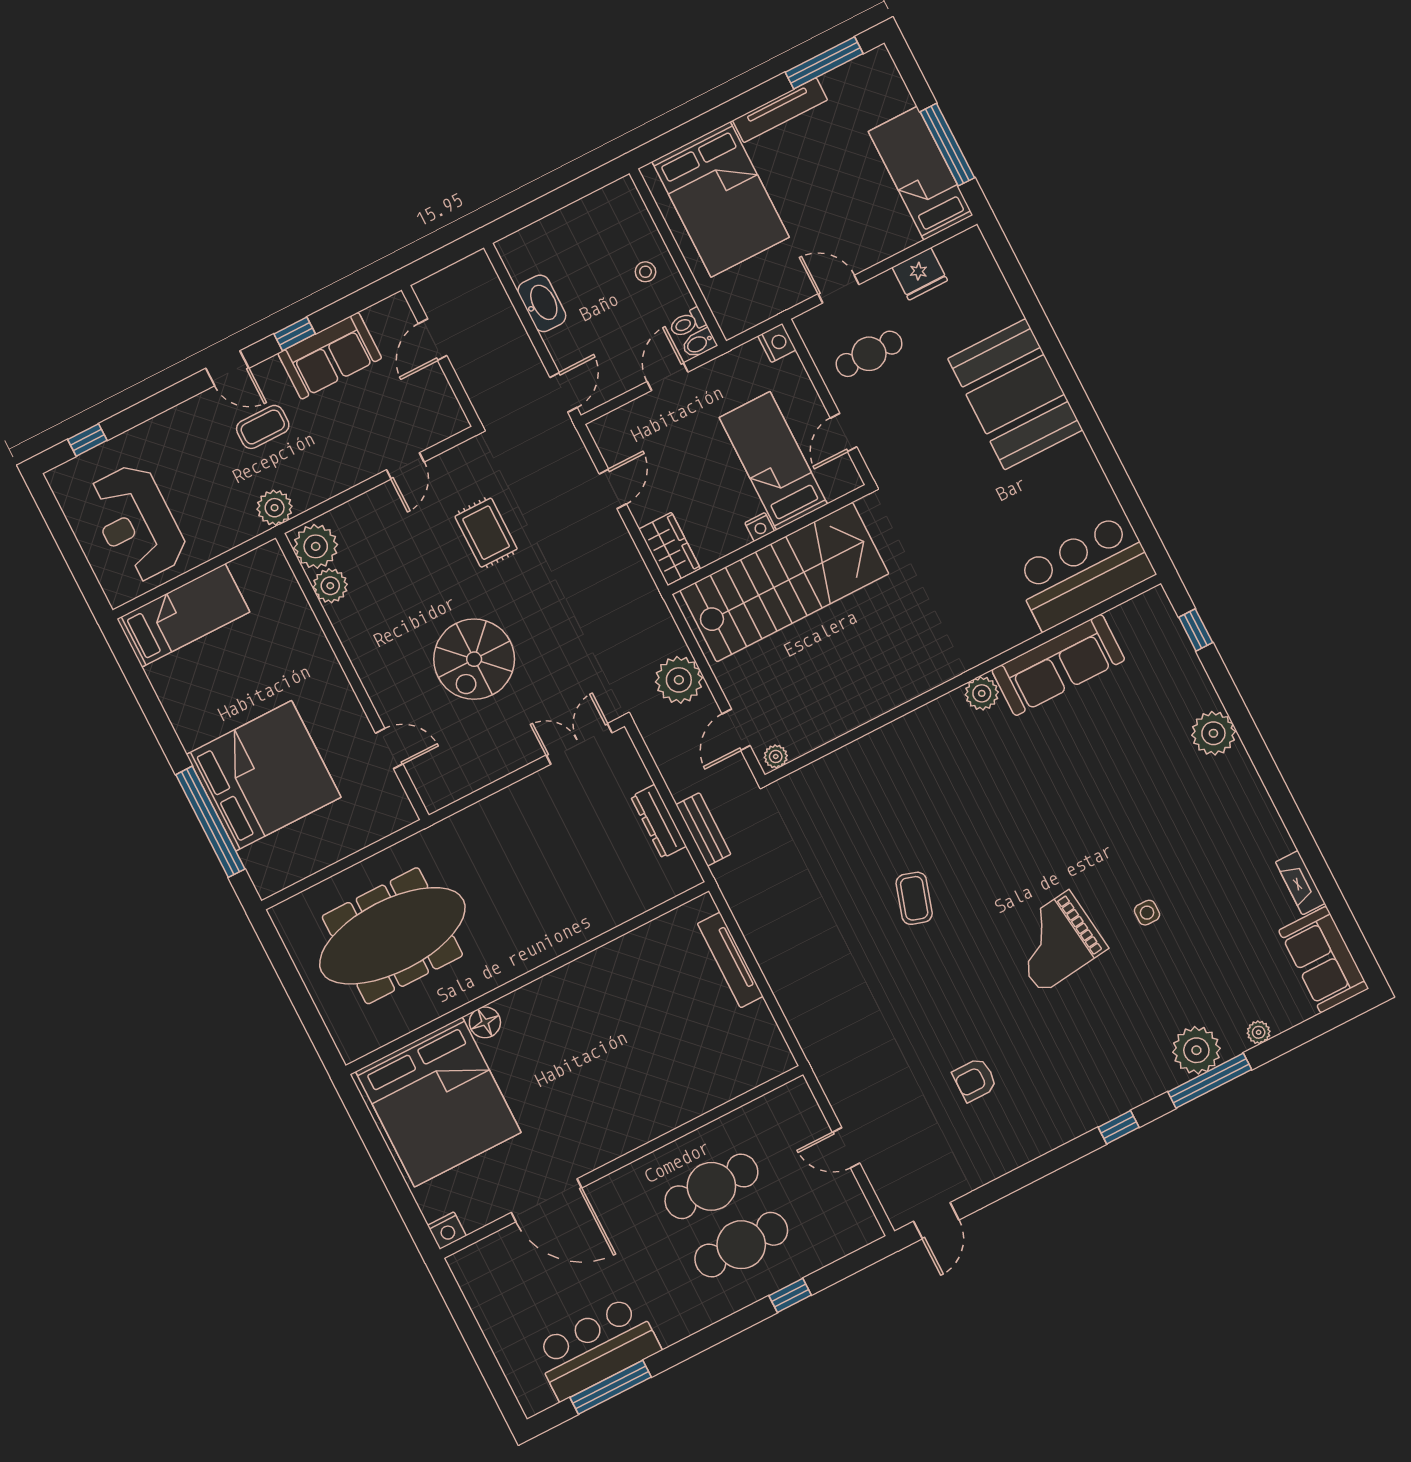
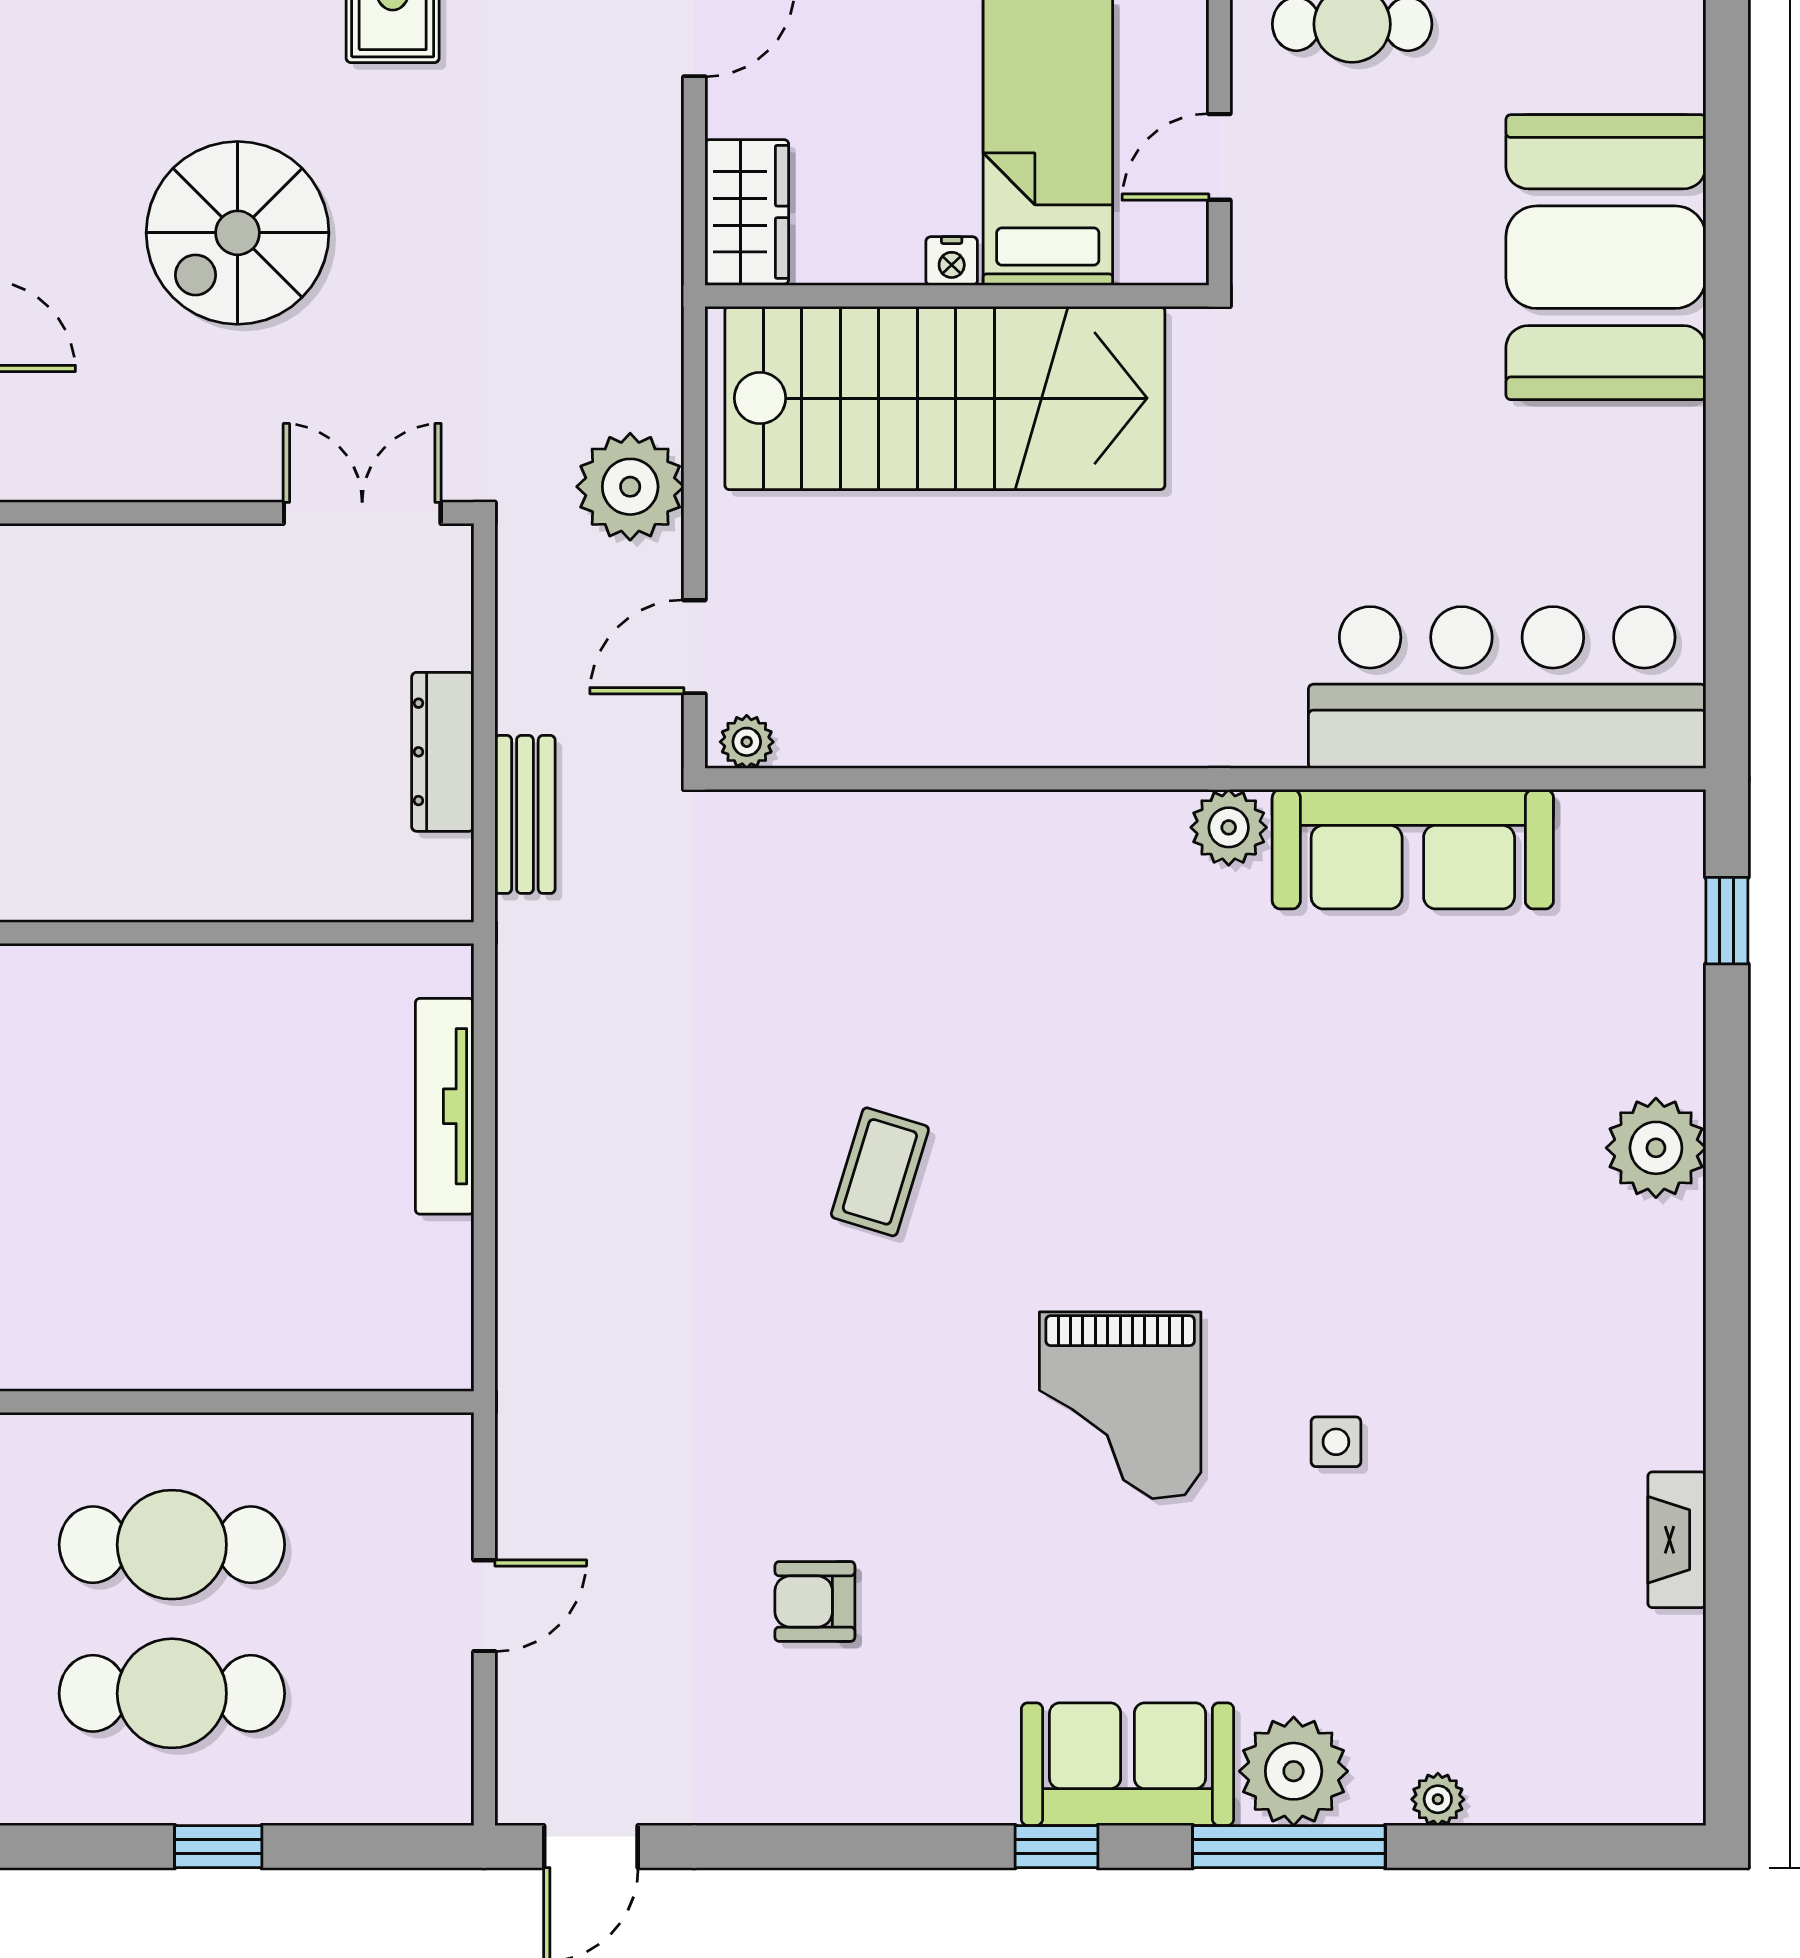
bar counter: (1084, 572) -> (1507, 687), width x1.36
grand piano: (1055, 942) -> (1120, 1405), turned -83
sofa: (1324, 960) -> (1128, 1764), moved, turned 90
door: (846, 1148) -> (484, 1606), swing flipped

